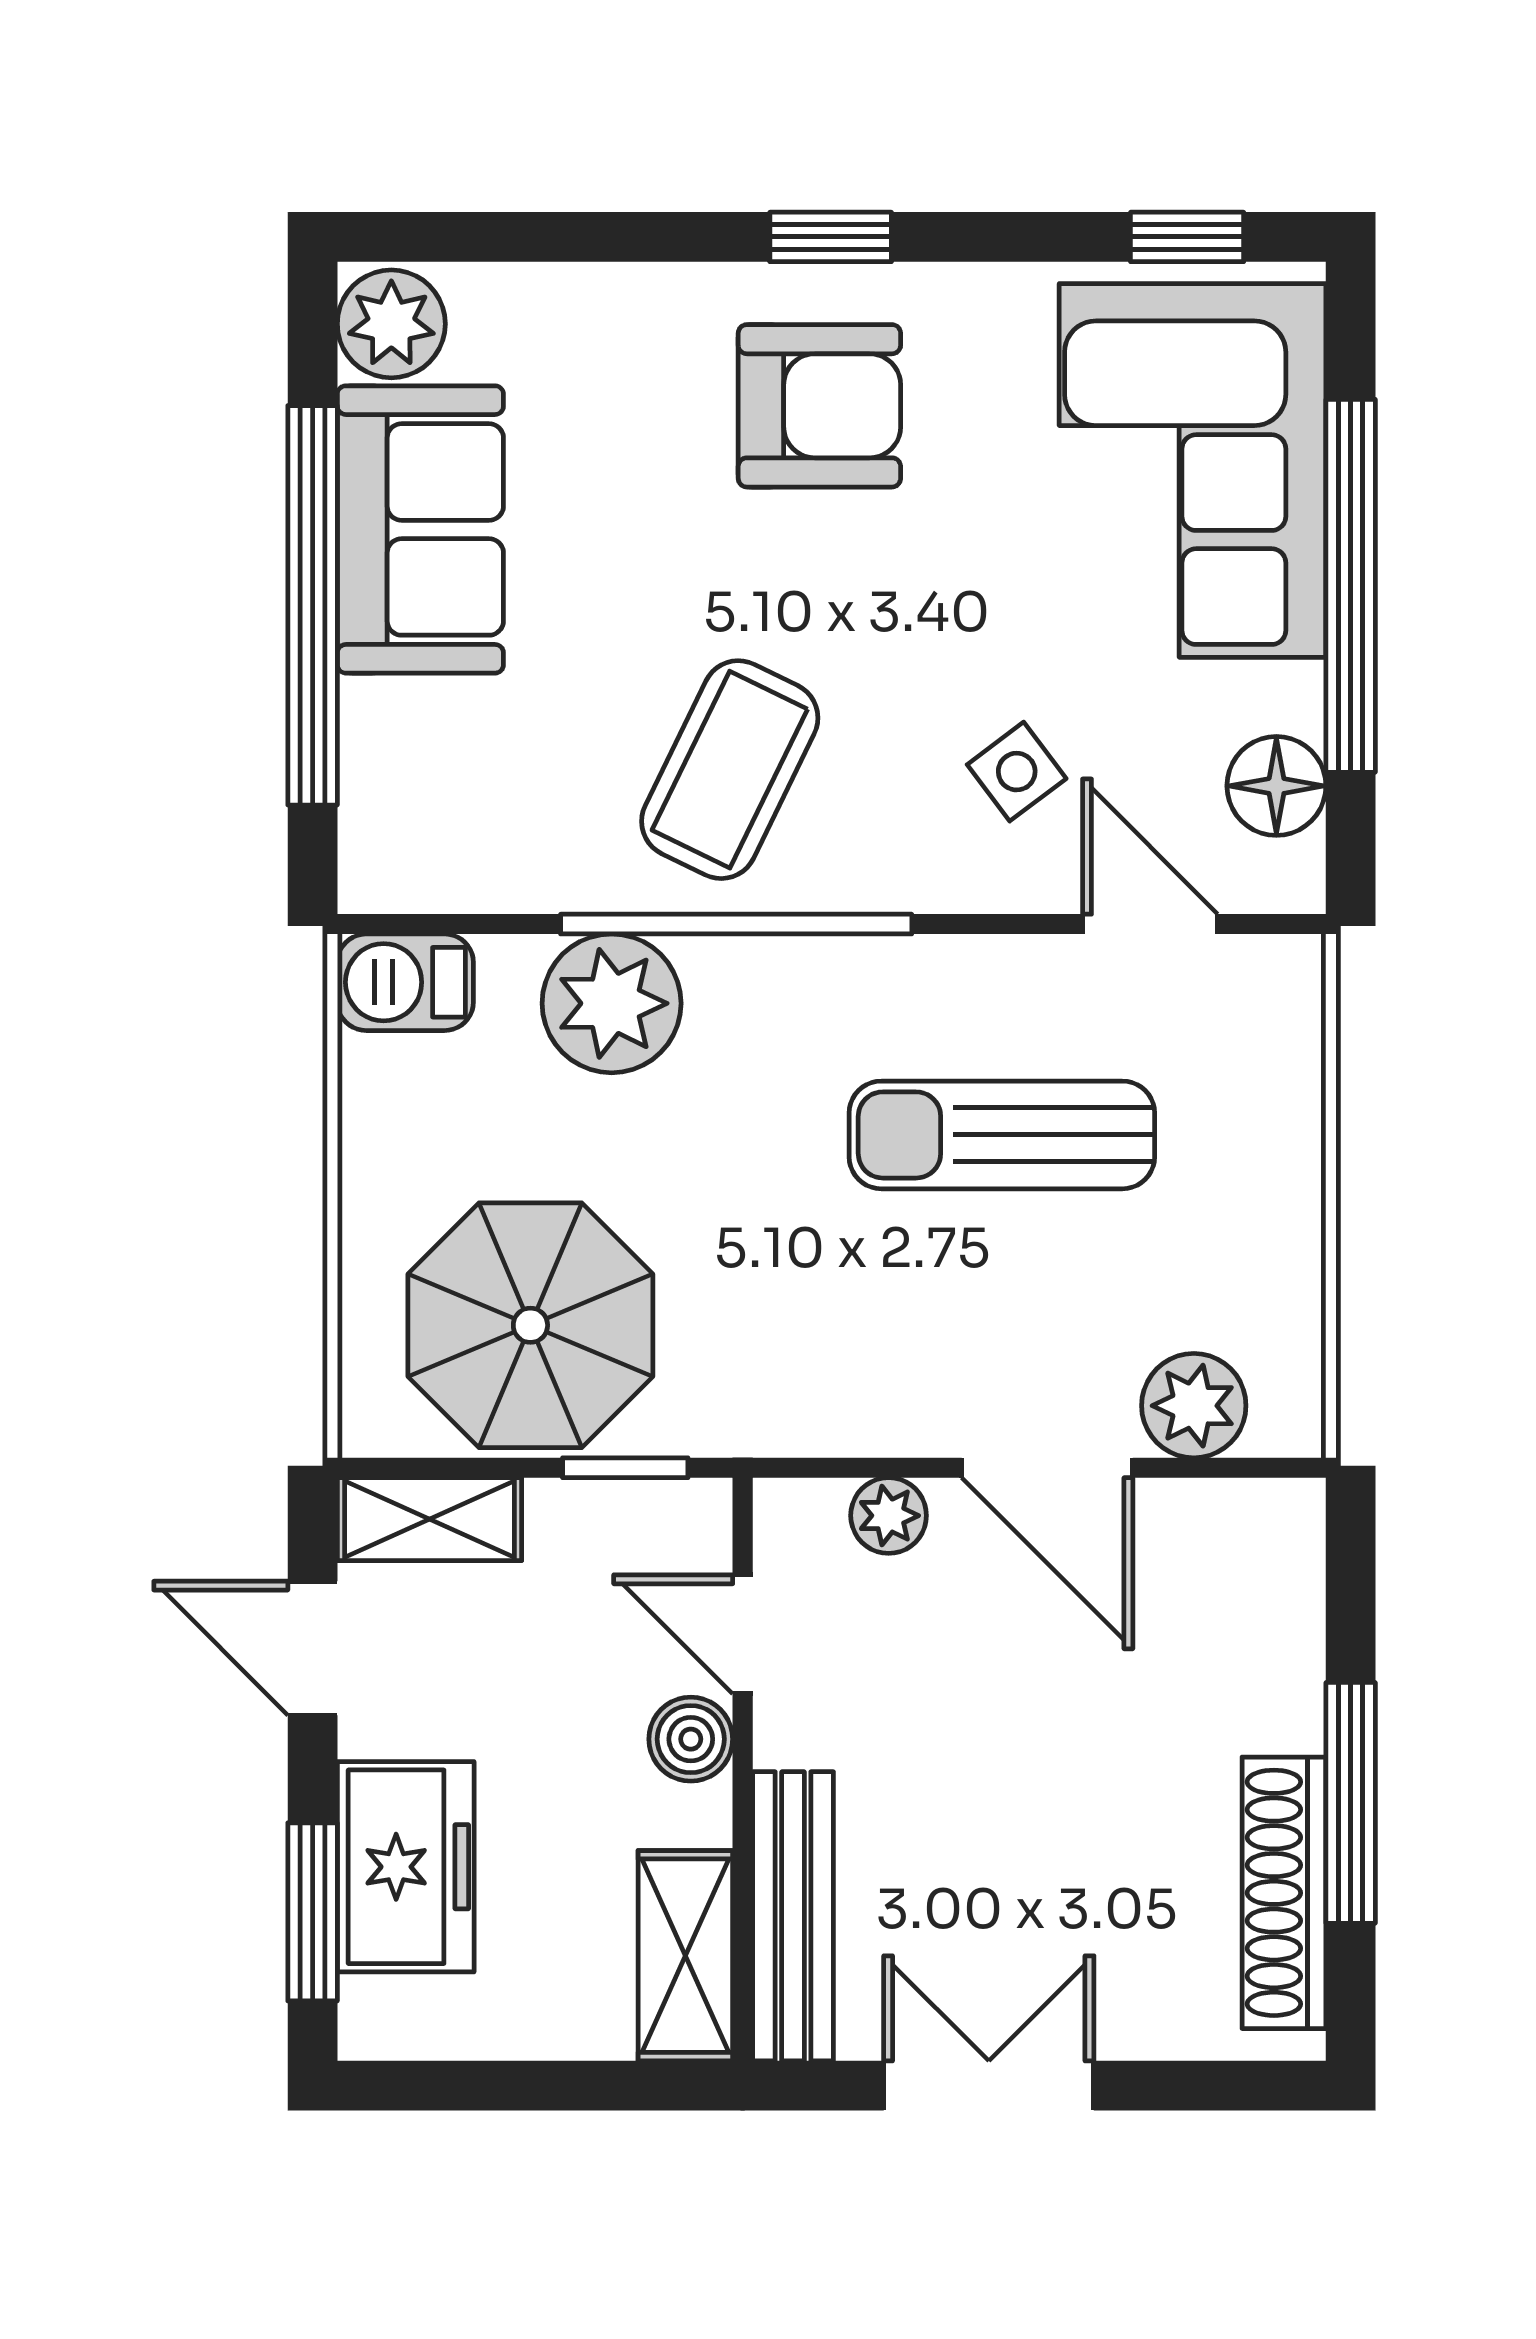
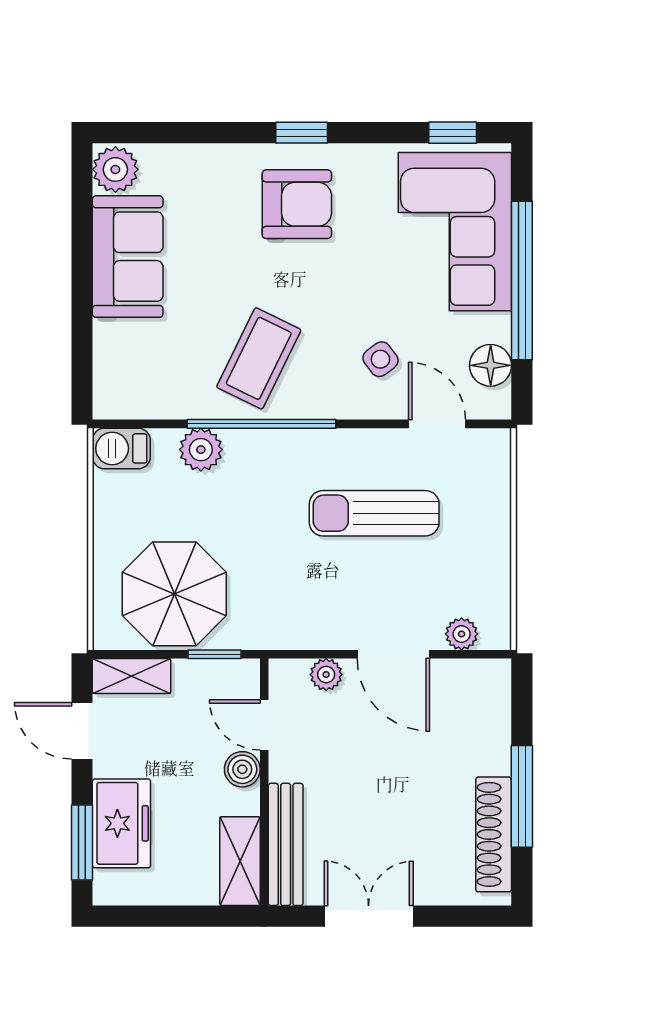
window: (313, 605) -> (82, 289), removed
plant: (612, 1003) -> (201, 450), width x0.73, depth x0.73
plant: (1194, 1406) -> (462, 634), width x0.73, depth x0.73

